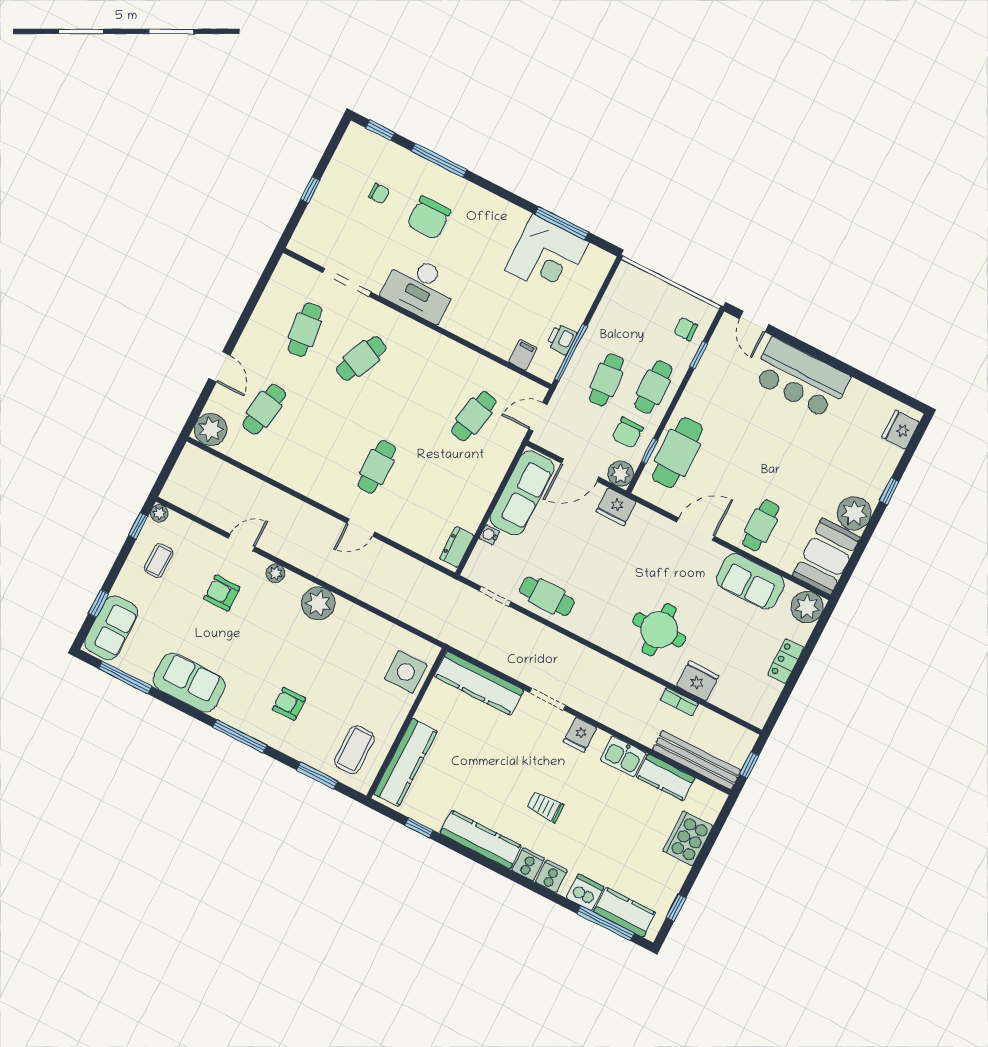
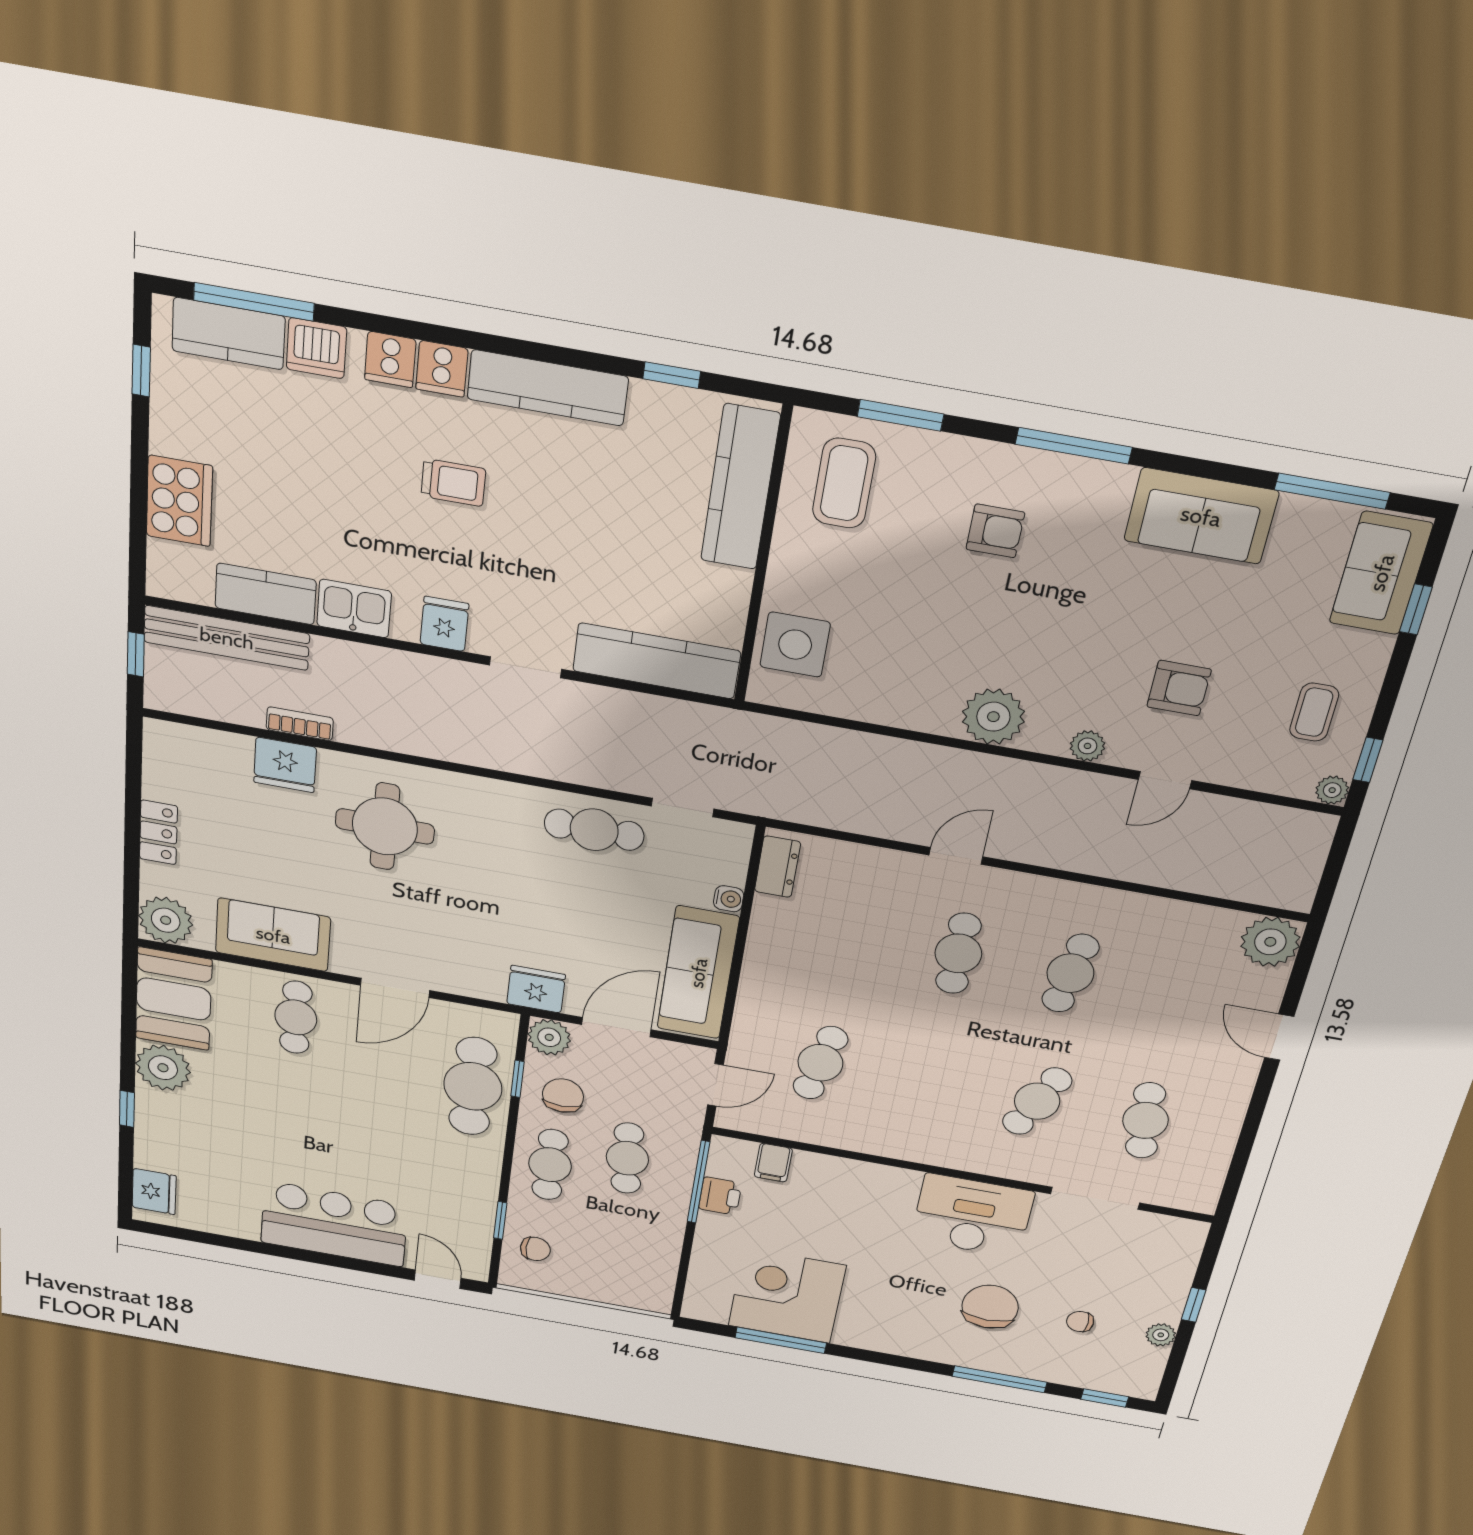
plant: (335, 172) -> (1161, 1335), added
cafe table: (264, 409) -> (1070, 973), moved

